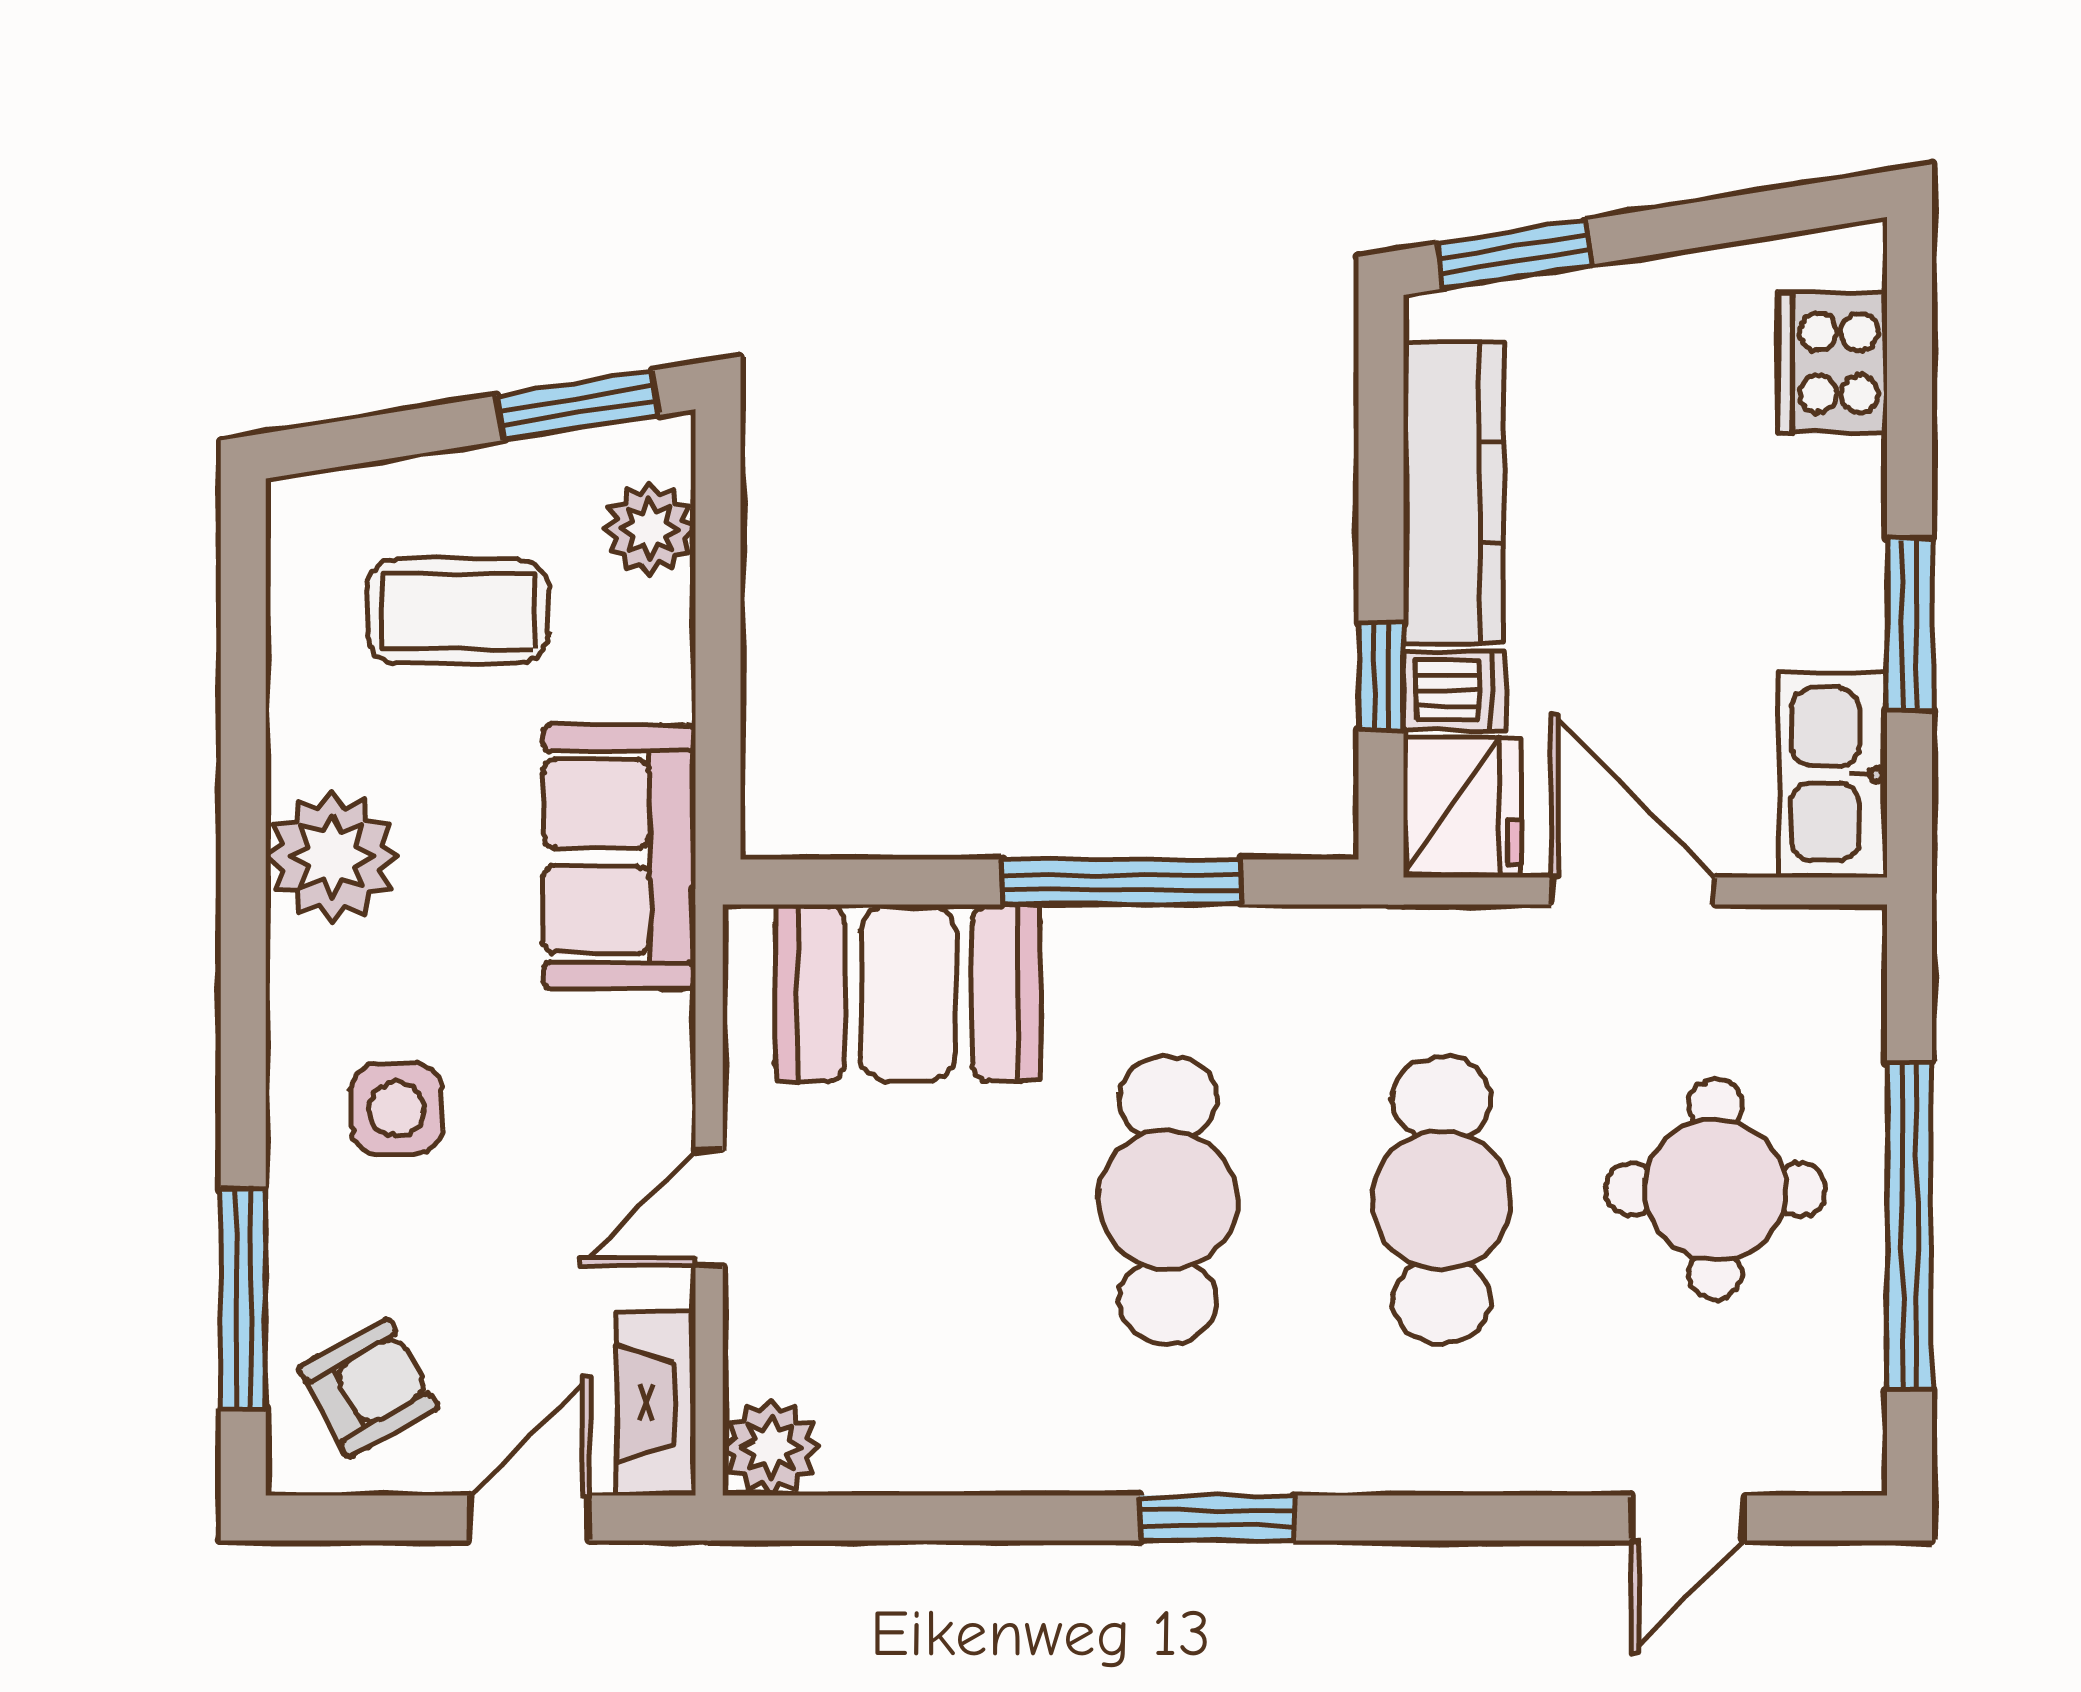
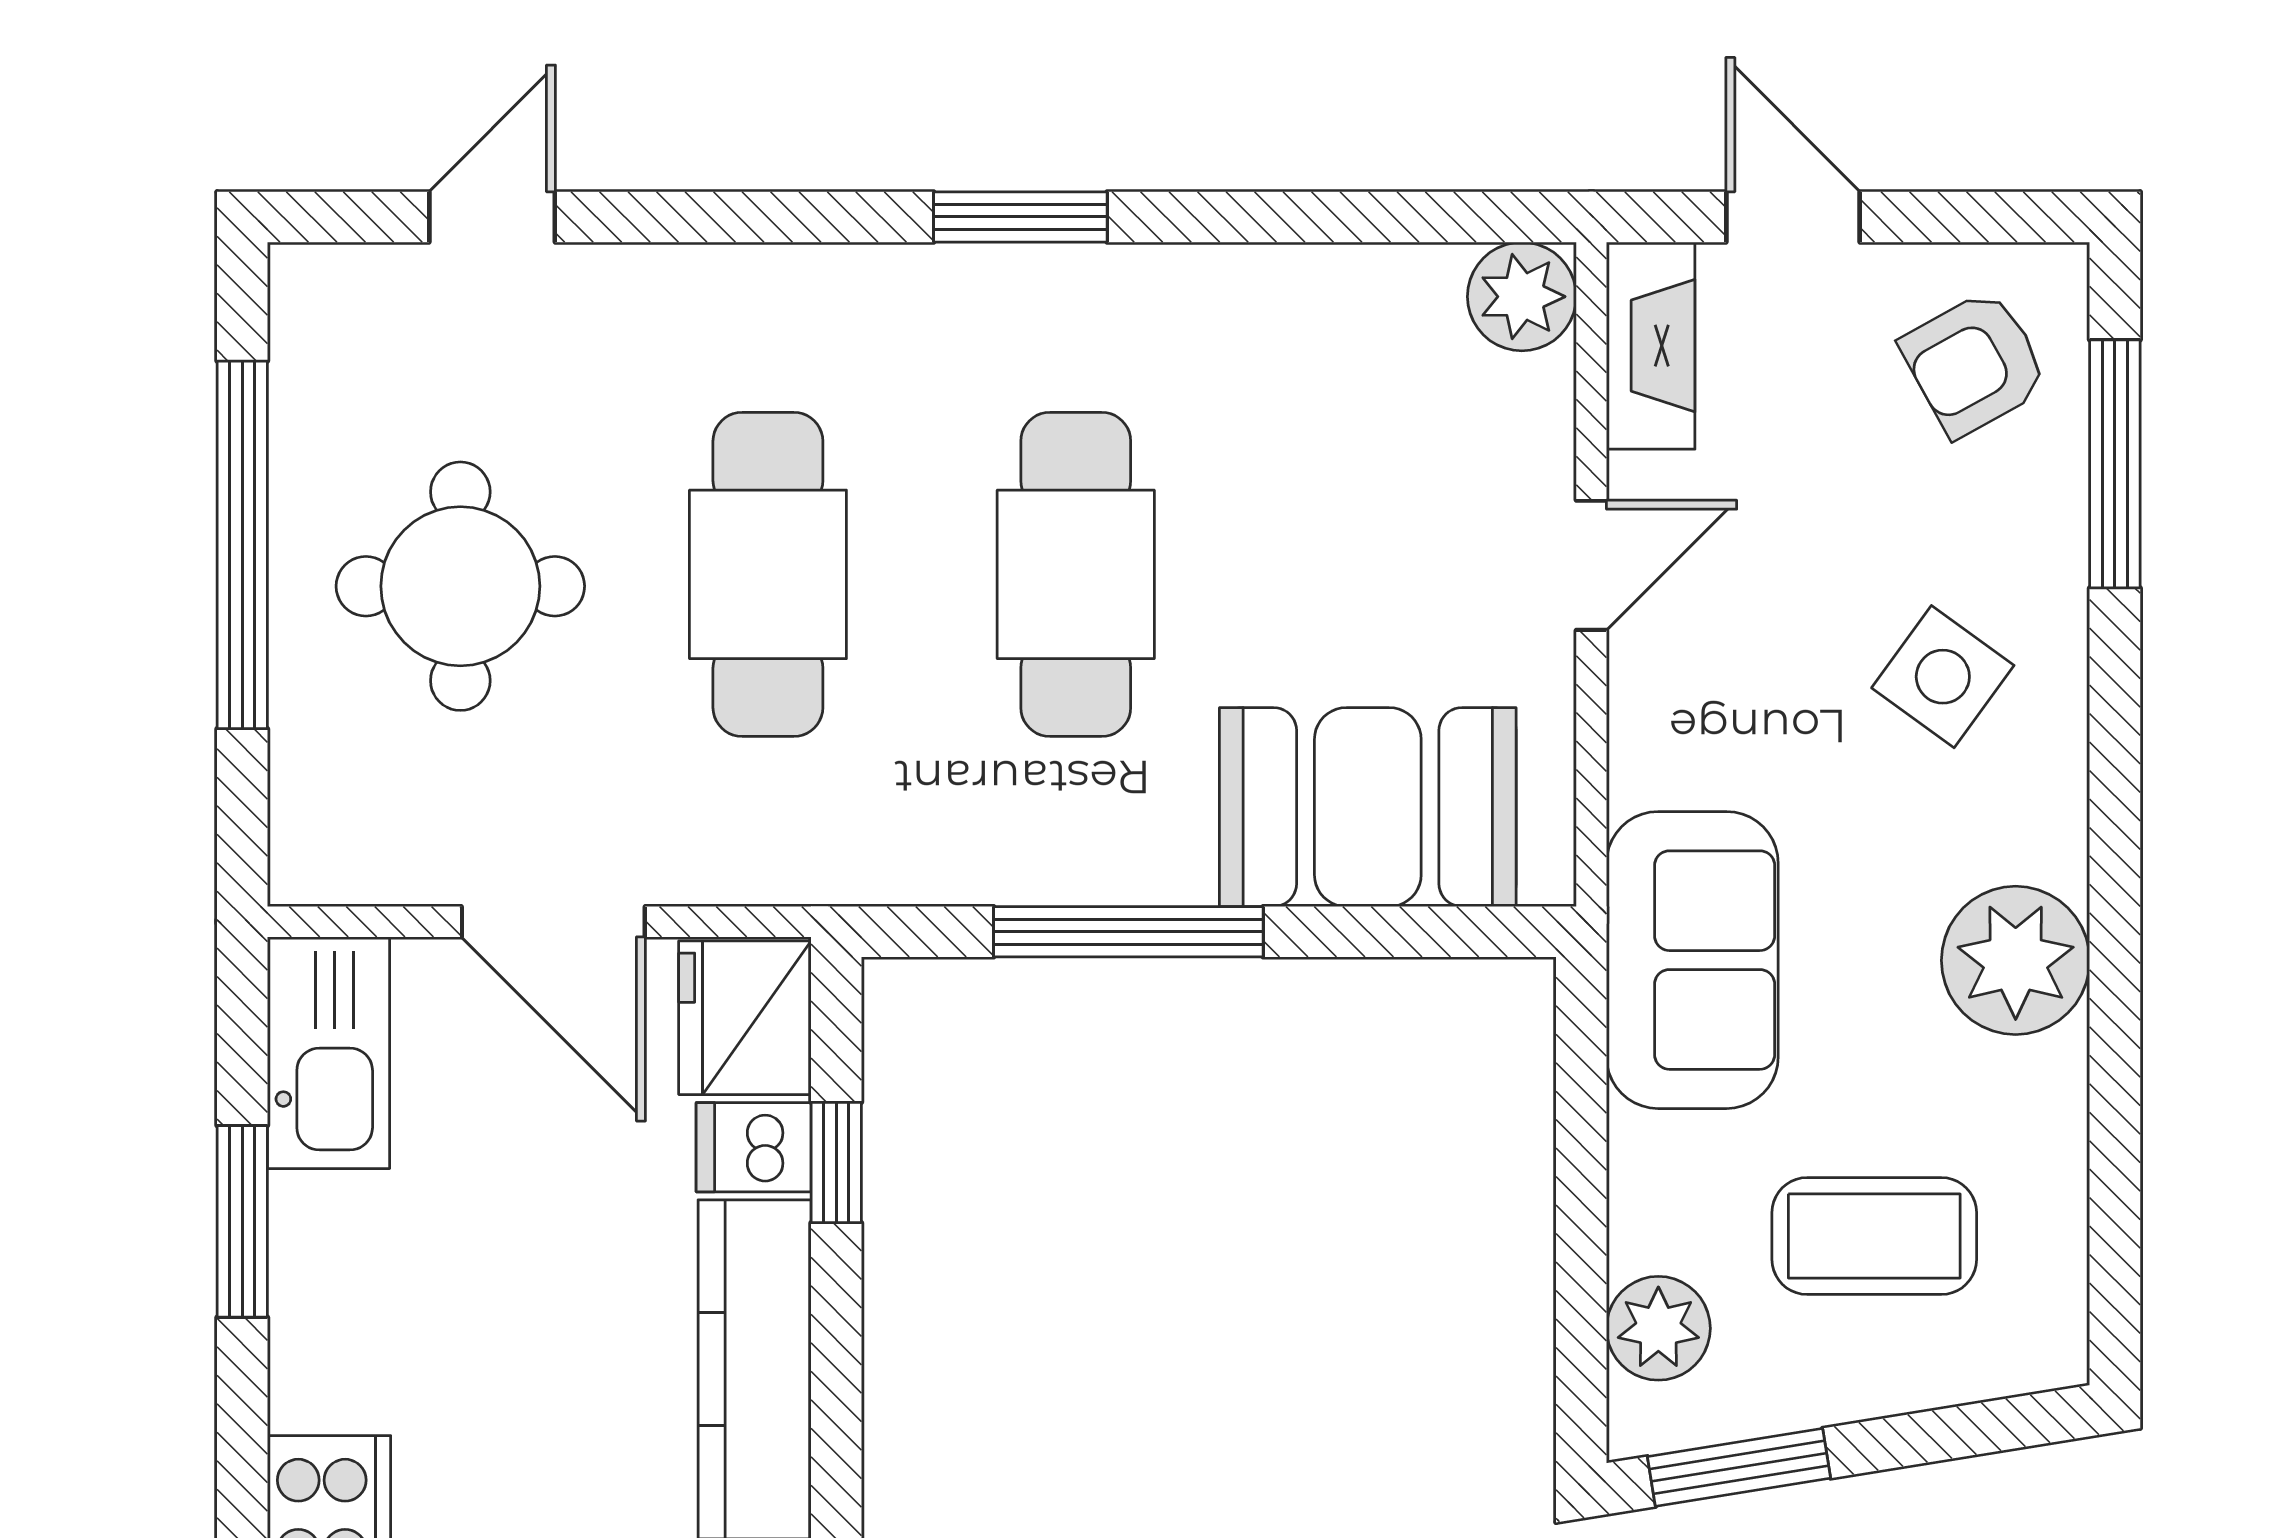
side table: (396, 1109) -> (1943, 677), turned 36
door: (530, 1518) -> (1793, 217), swing flipped

